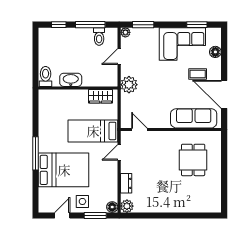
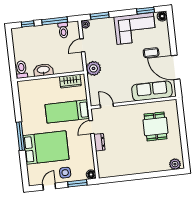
floor lamp: (215, 52) -> (162, 16), moved
dresser: (126, 183) -> (99, 142), moved
plant: (127, 206) -> (175, 164), moved

